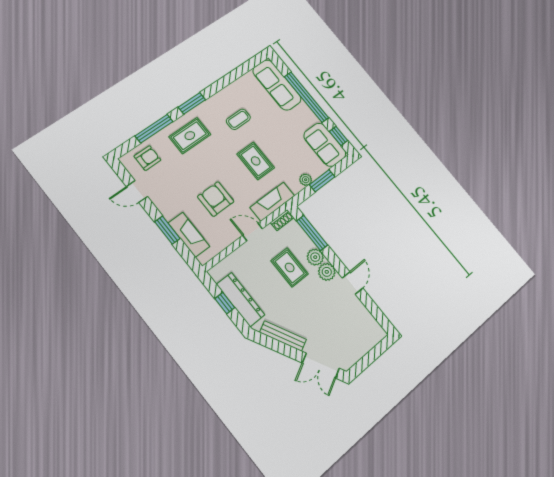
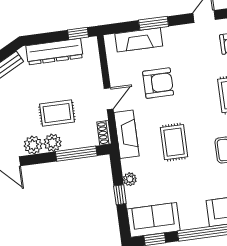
rug: (256, 161) -> (174, 142), turned 90
window: (322, 181) -> (120, 195), width x0.67
window: (225, 303) -> (78, 33), moved

